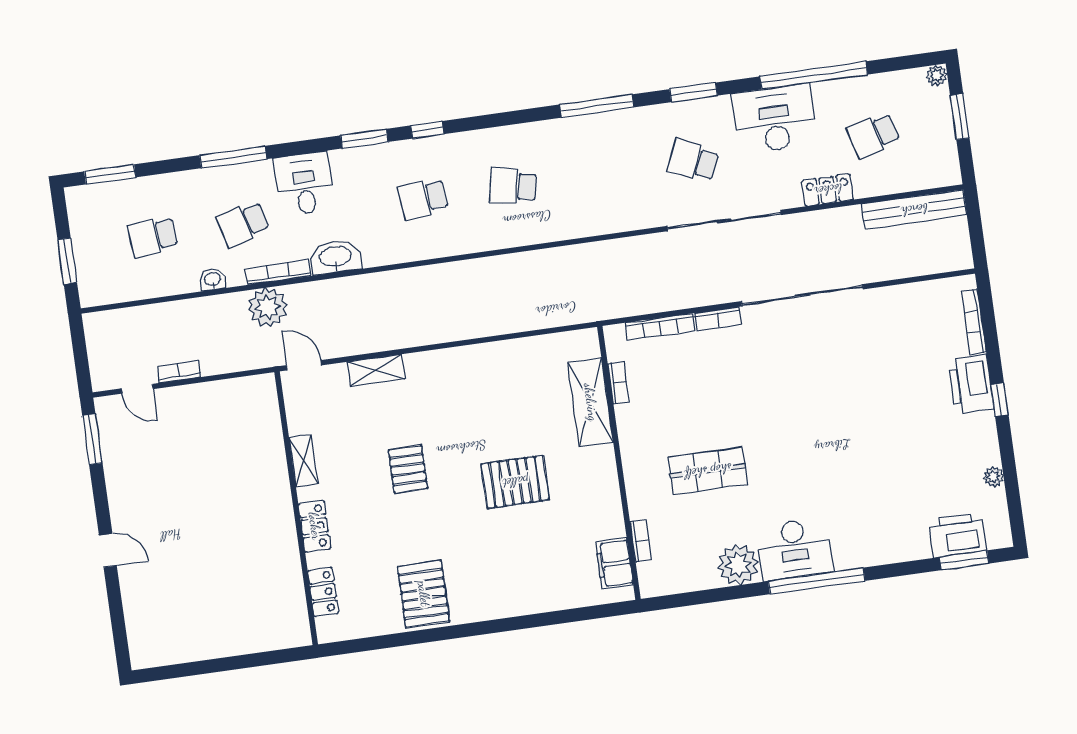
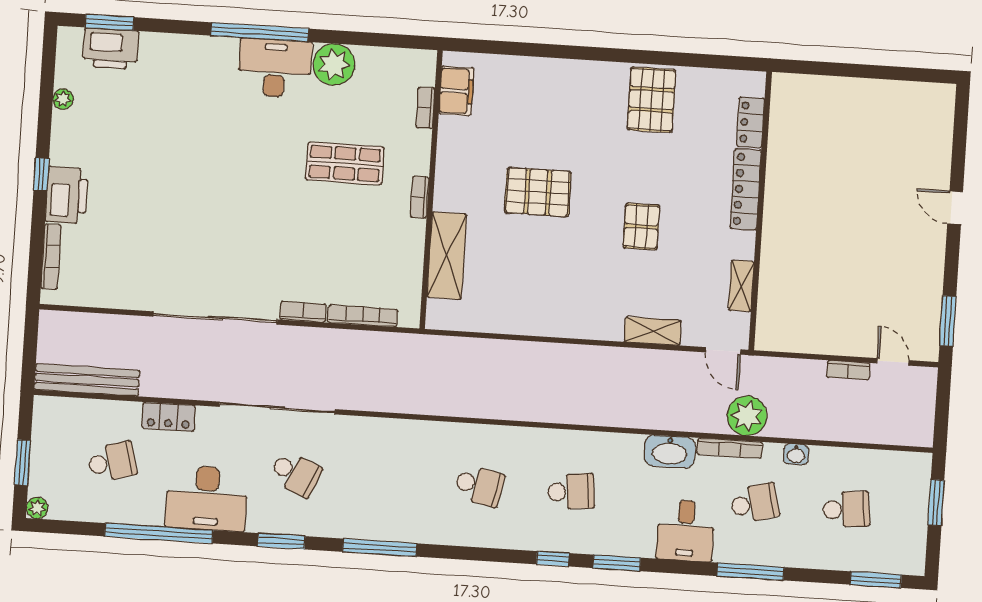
bookcase: (619, 383) -> (420, 197), moved
shelving: (303, 461) -> (741, 286), moved
locker: (315, 526) -> (746, 189), width x1.53

